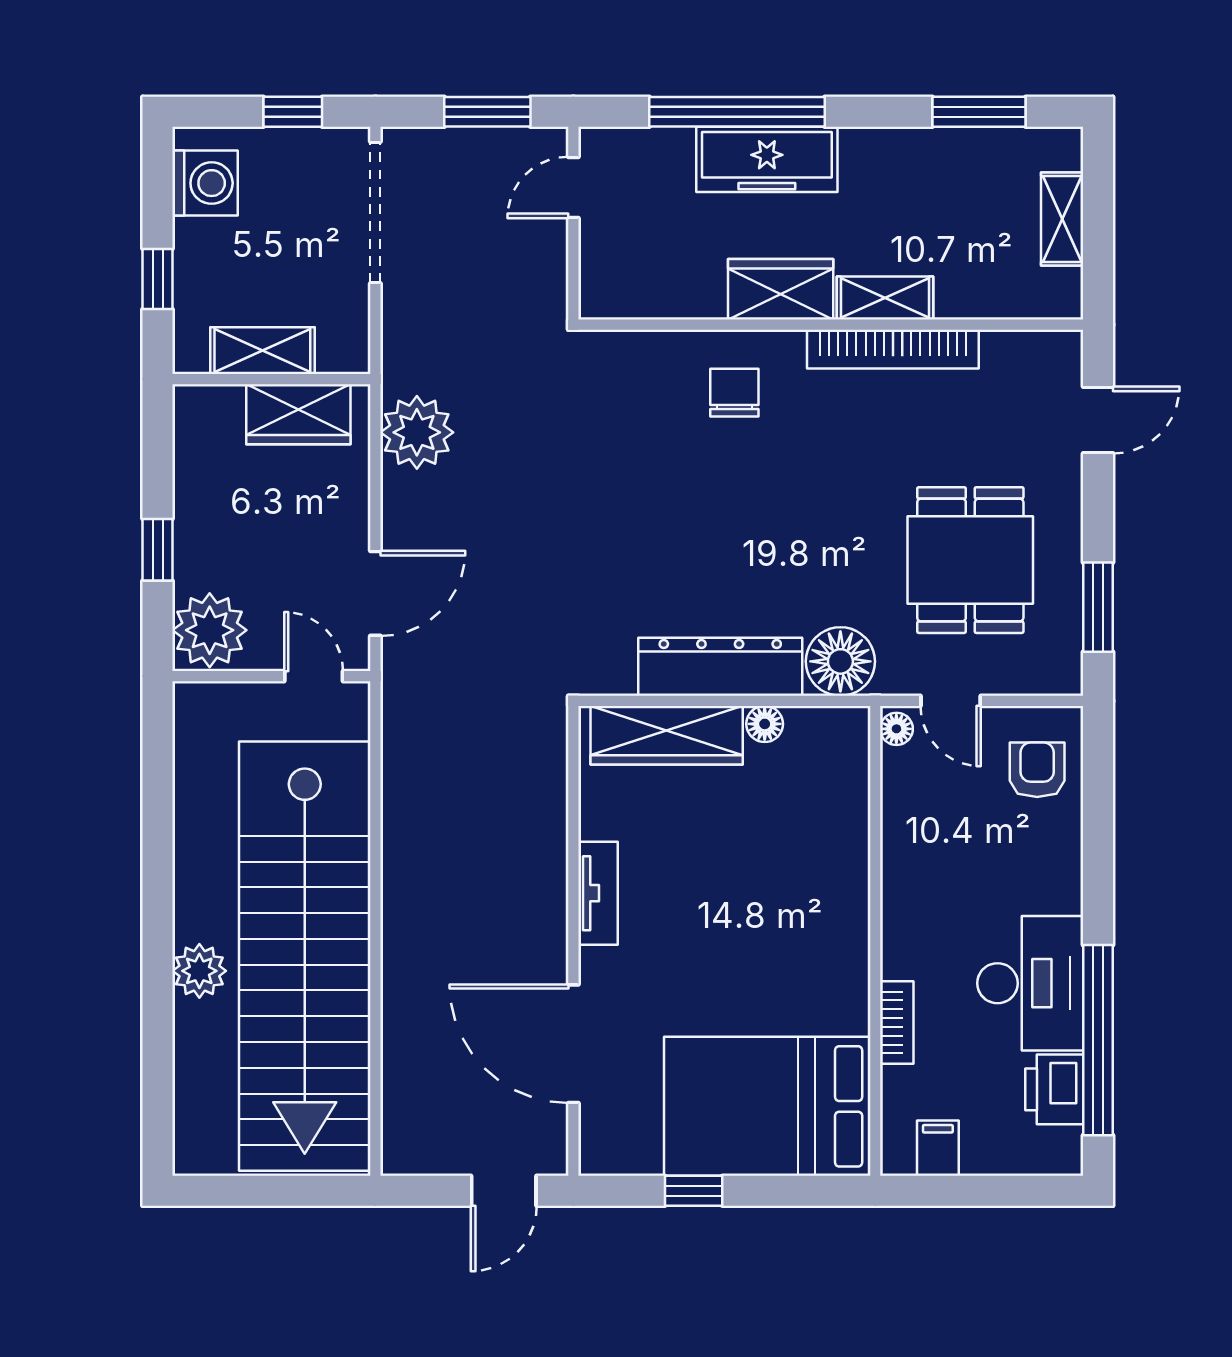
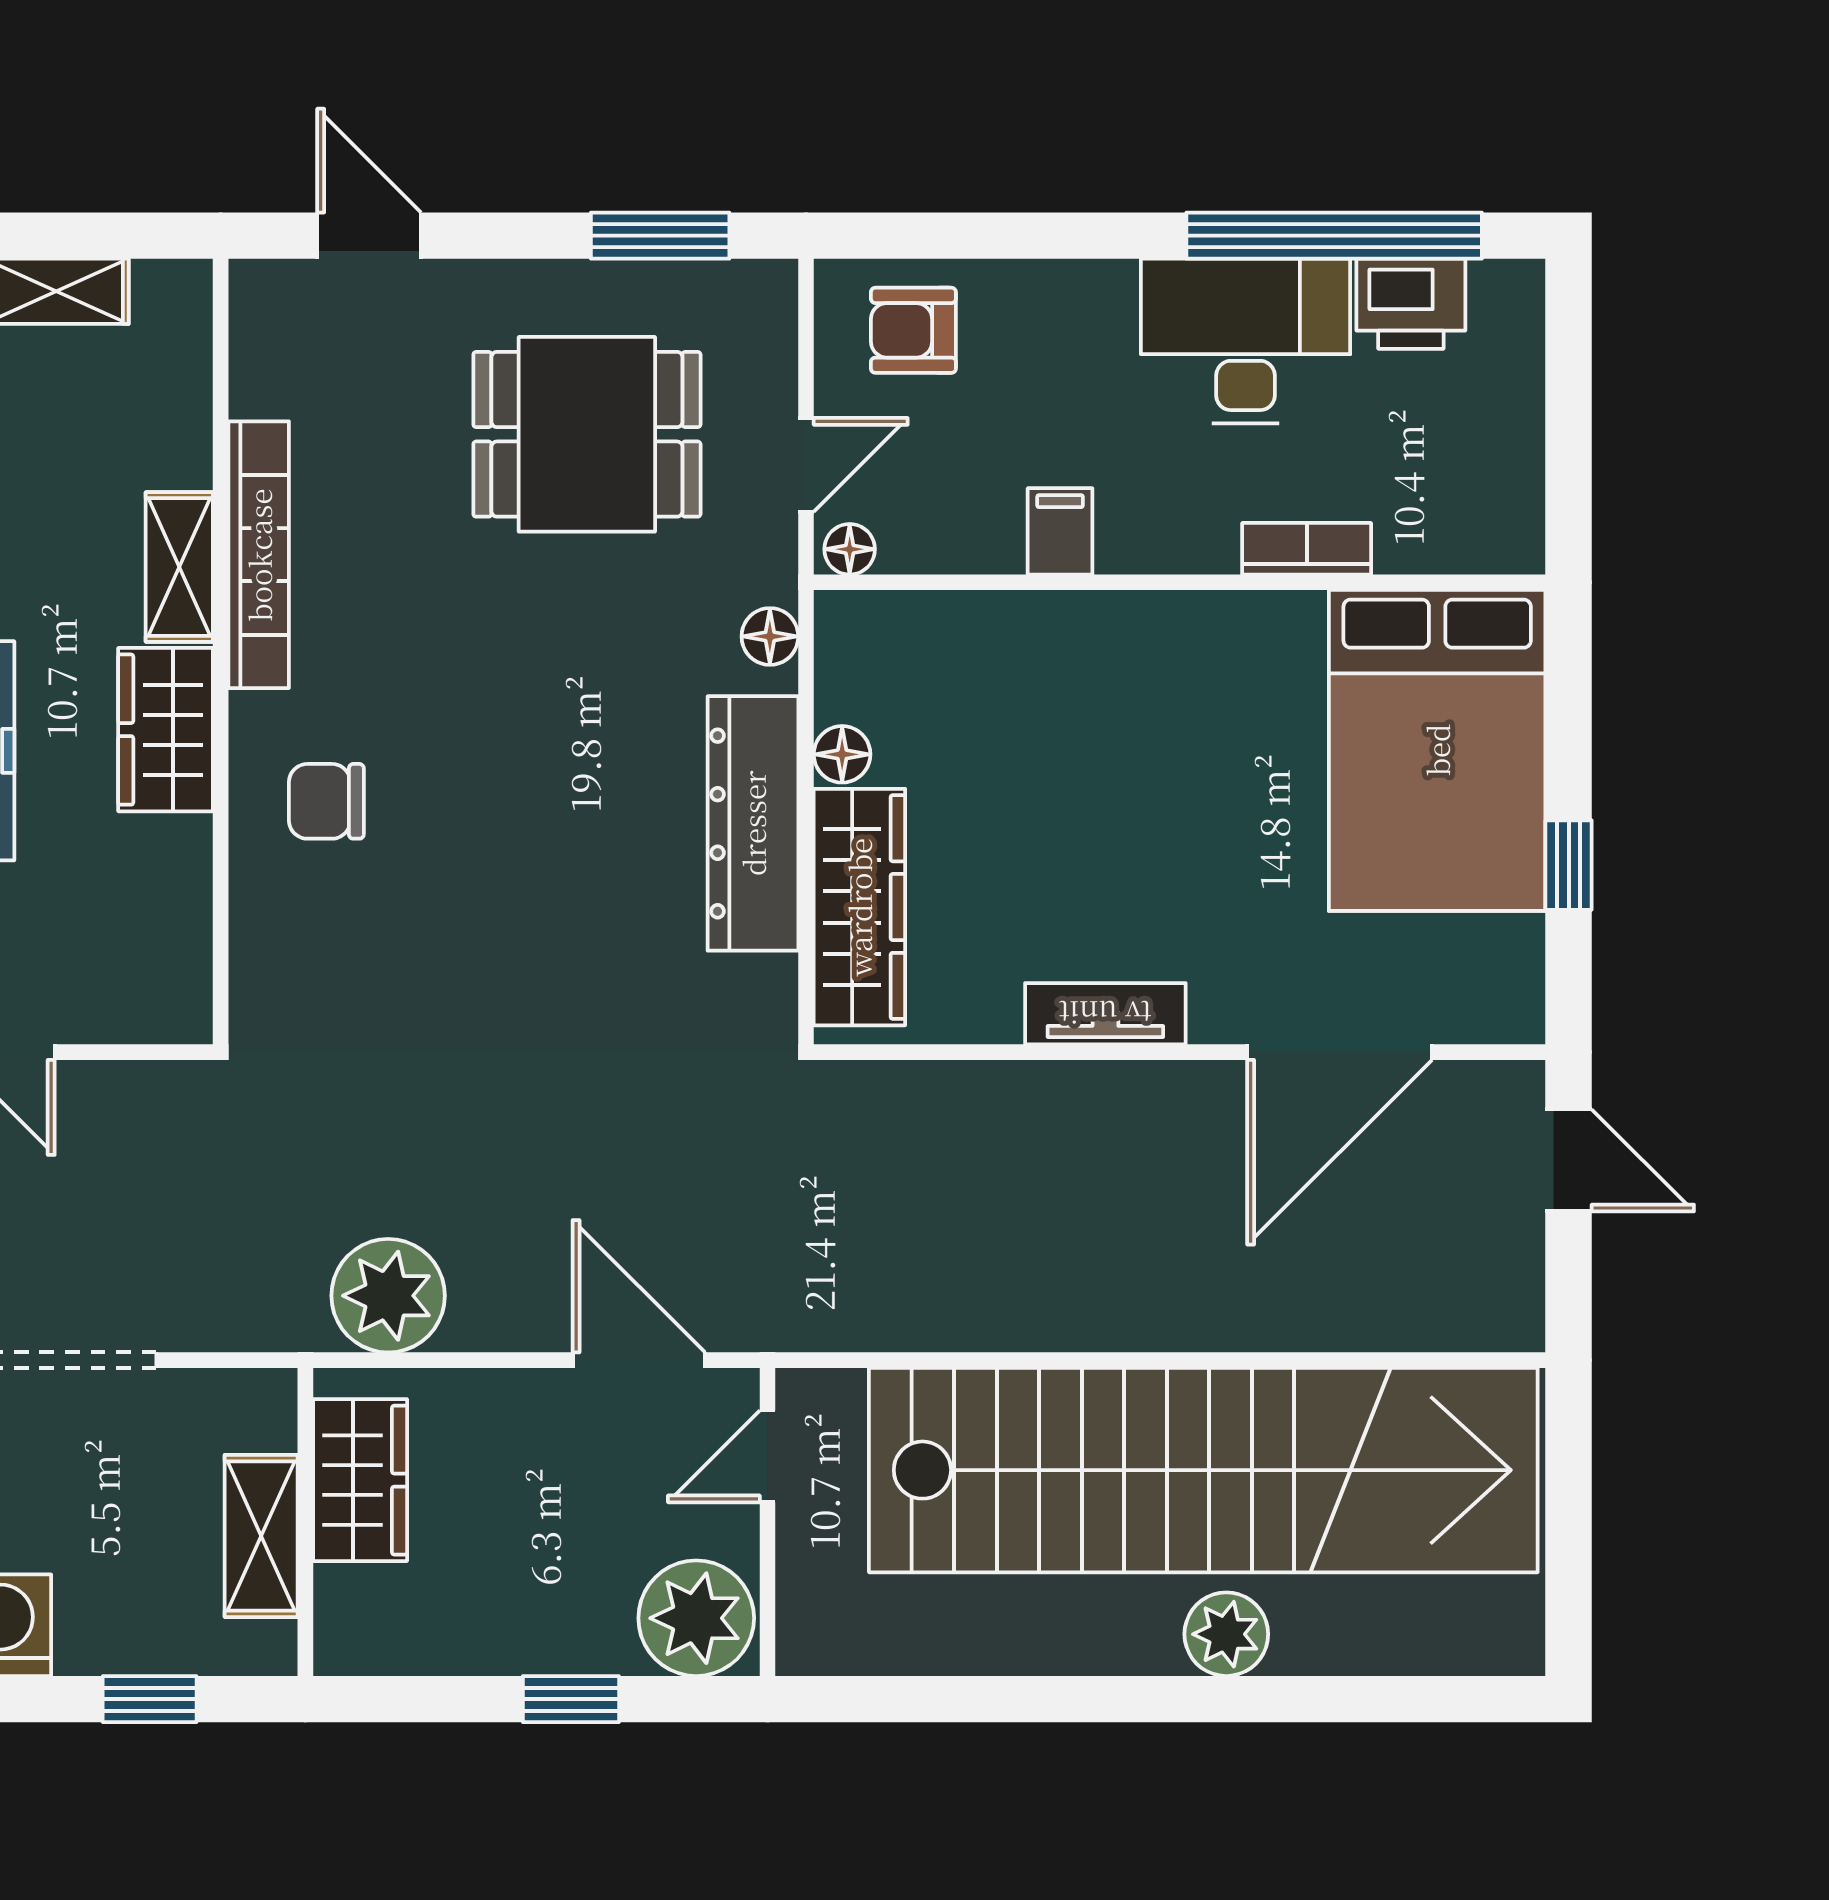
floor lamp: (840, 661) -> (770, 636), width x0.53, depth x0.53
filing cabinet: (938, 1148) -> (1060, 531), moved, turned 90

